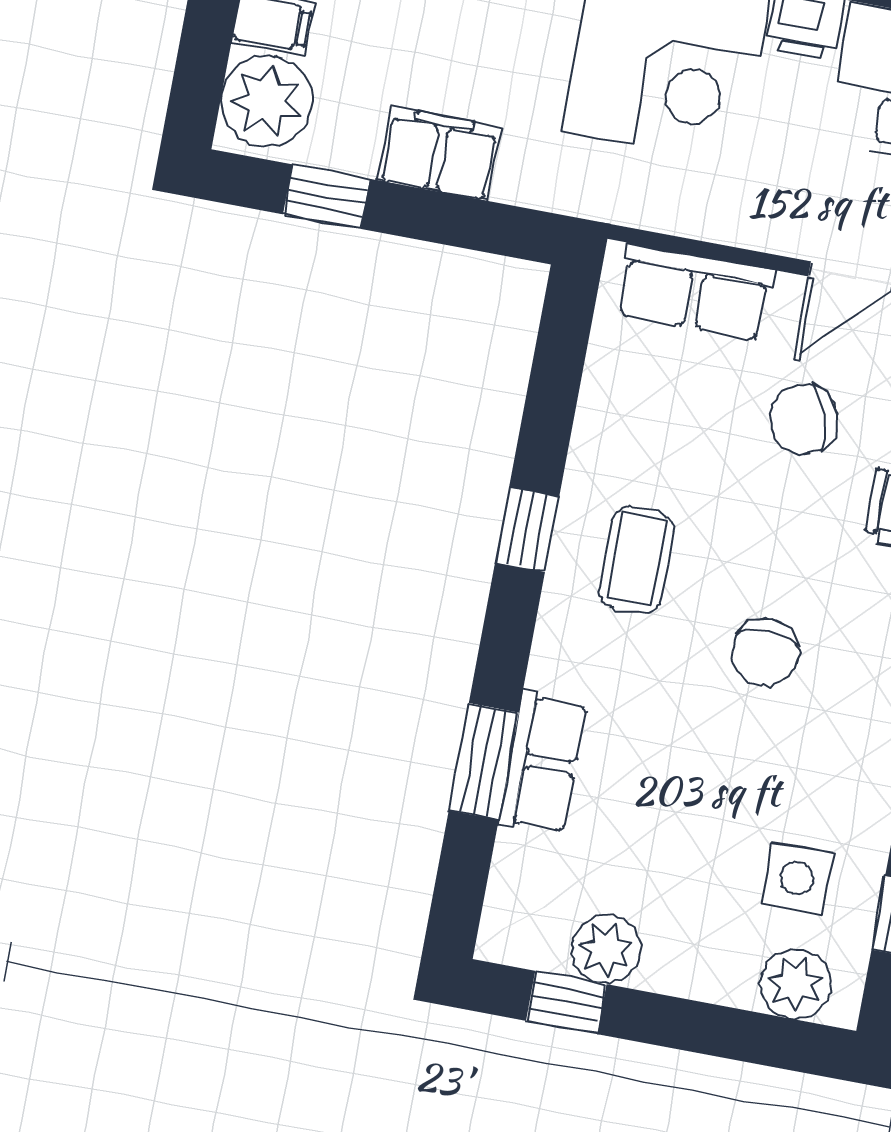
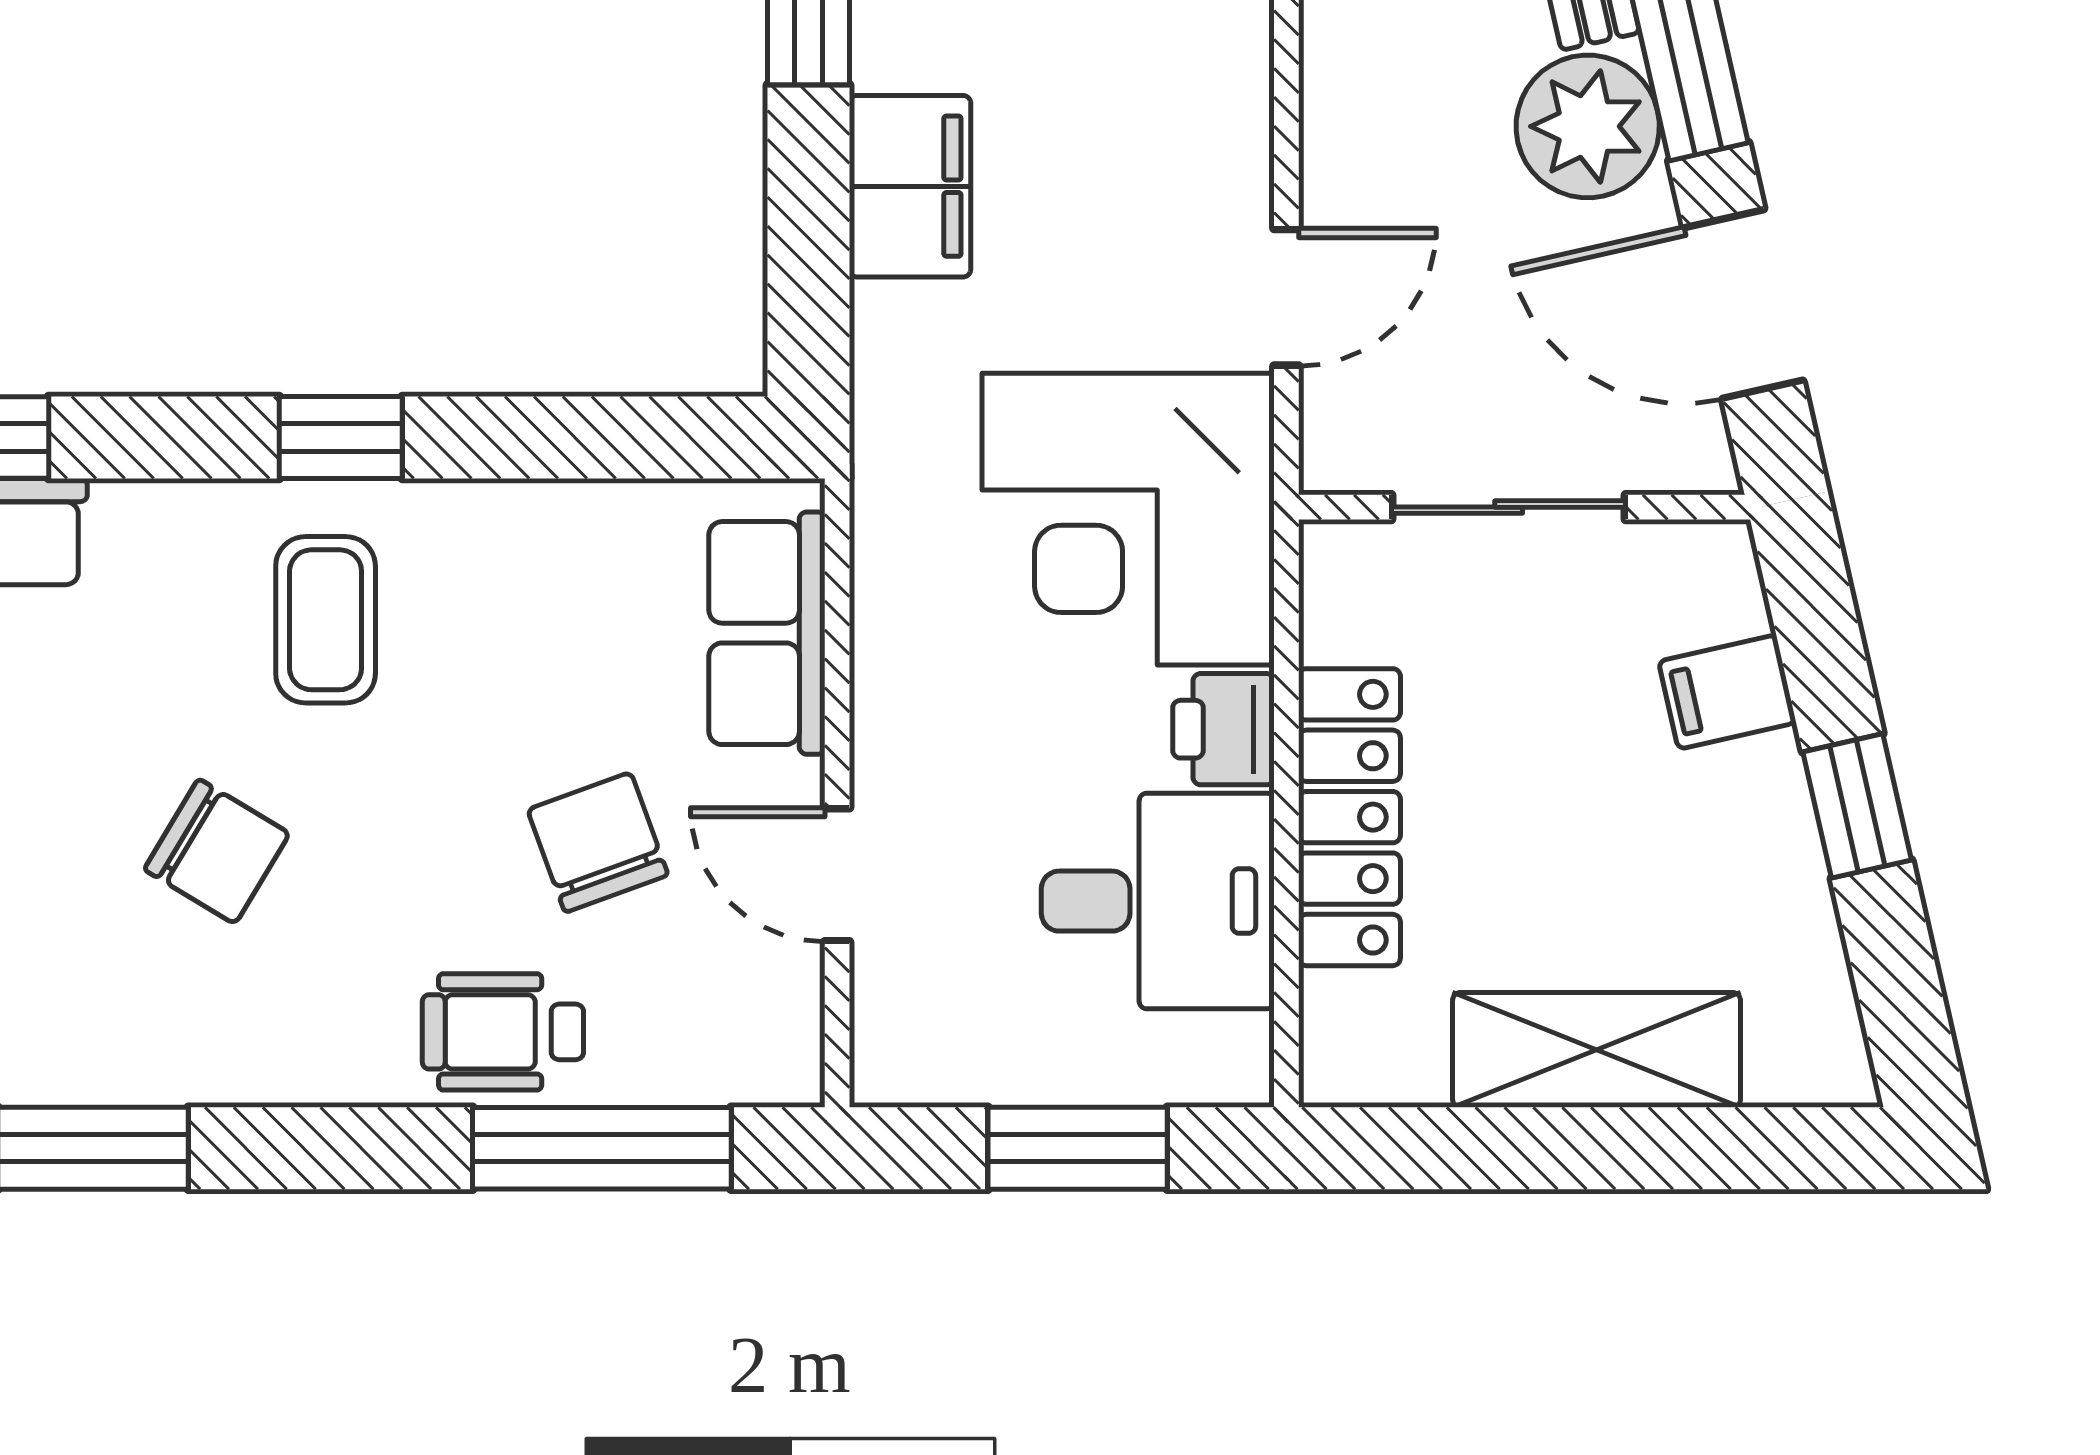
coffee table: (637, 560) -> (326, 620), turned 90
chair: (765, 653) -> (217, 851), turned -149

